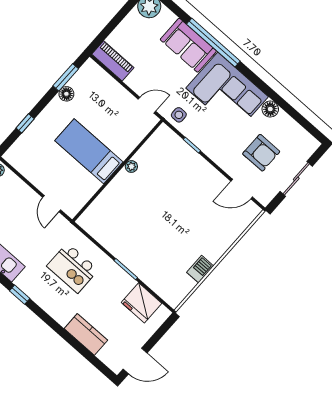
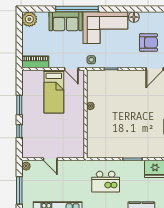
window: (66, 77) -> (19, 105), moved
floor lamp: (66, 94) -> (27, 98), removed
door: (147, 105) -> (71, 69), swing flipped
bed: (89, 151) -> (54, 92), moved, turned -90
door: (52, 204) -> (50, 159), moved

